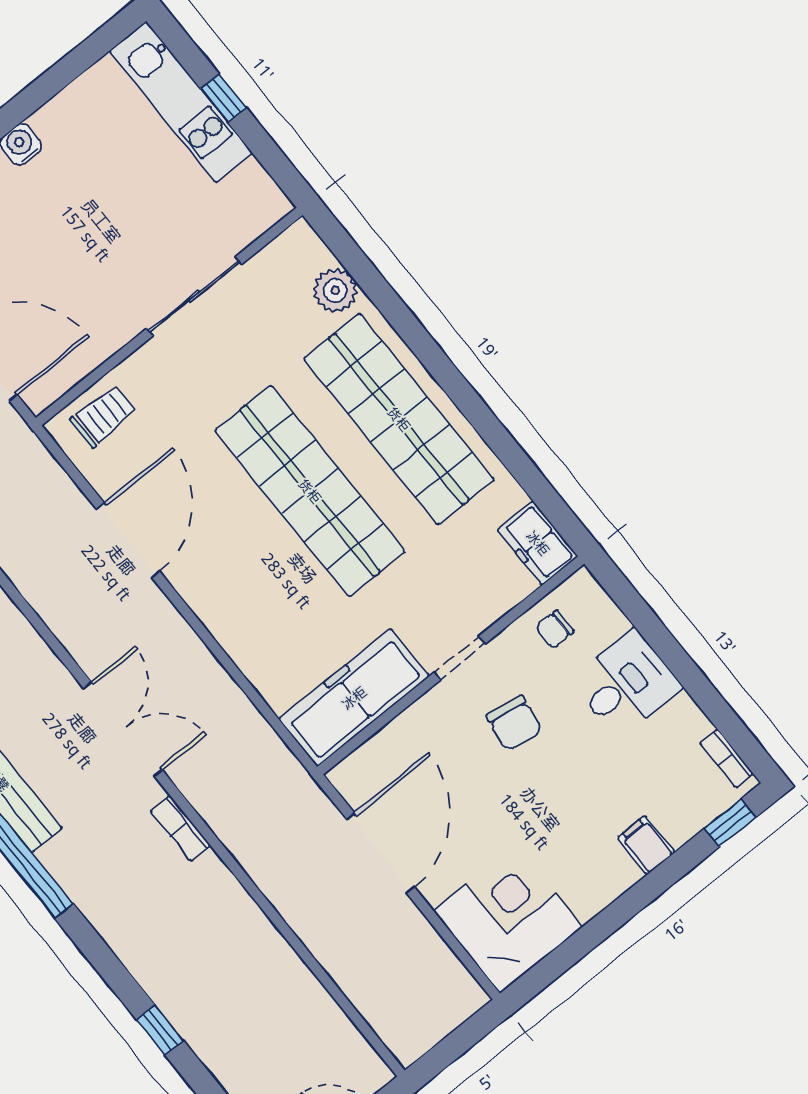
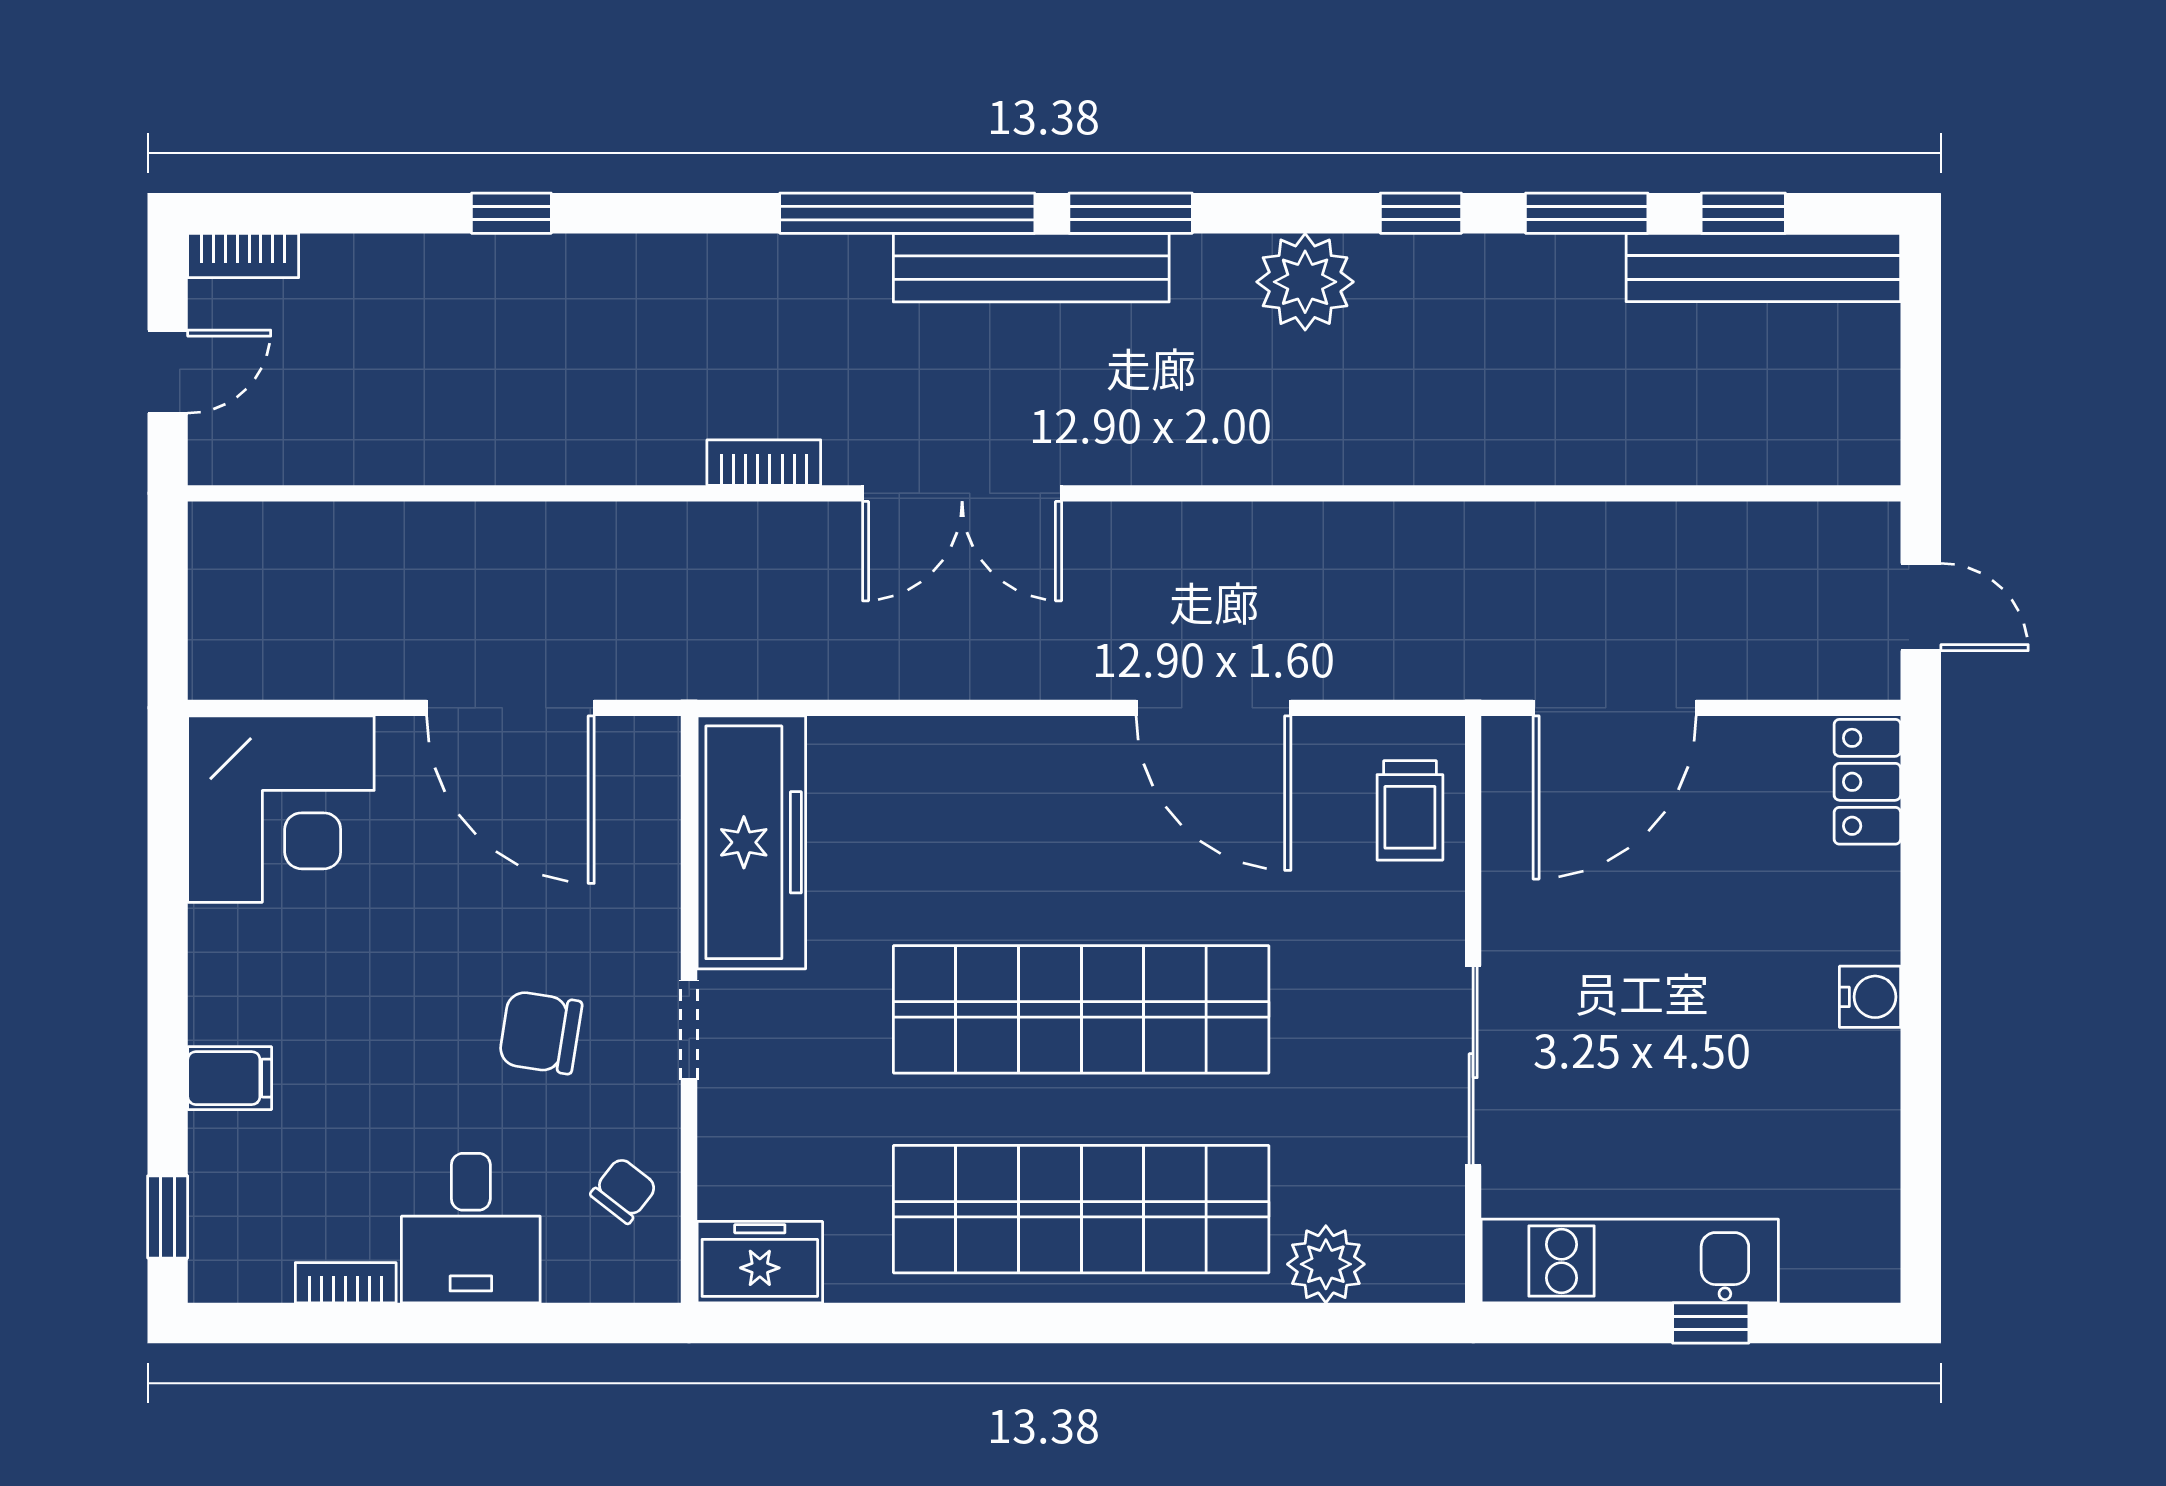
kitchen unit: (181, 102) -> (1630, 1261), moved
chair: (555, 629) -> (624, 1190), turned 38
bookcase: (727, 759) -> (346, 1283), moved

